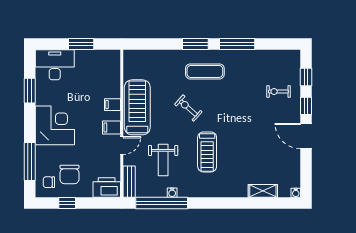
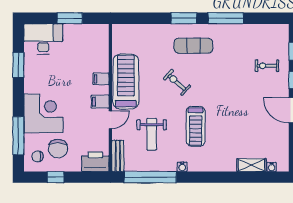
corner desk: (55, 125) -> (43, 113), moved
water cooler: (172, 193) -> (182, 167), moved
water cooler: (296, 193) -> (272, 167), moved

